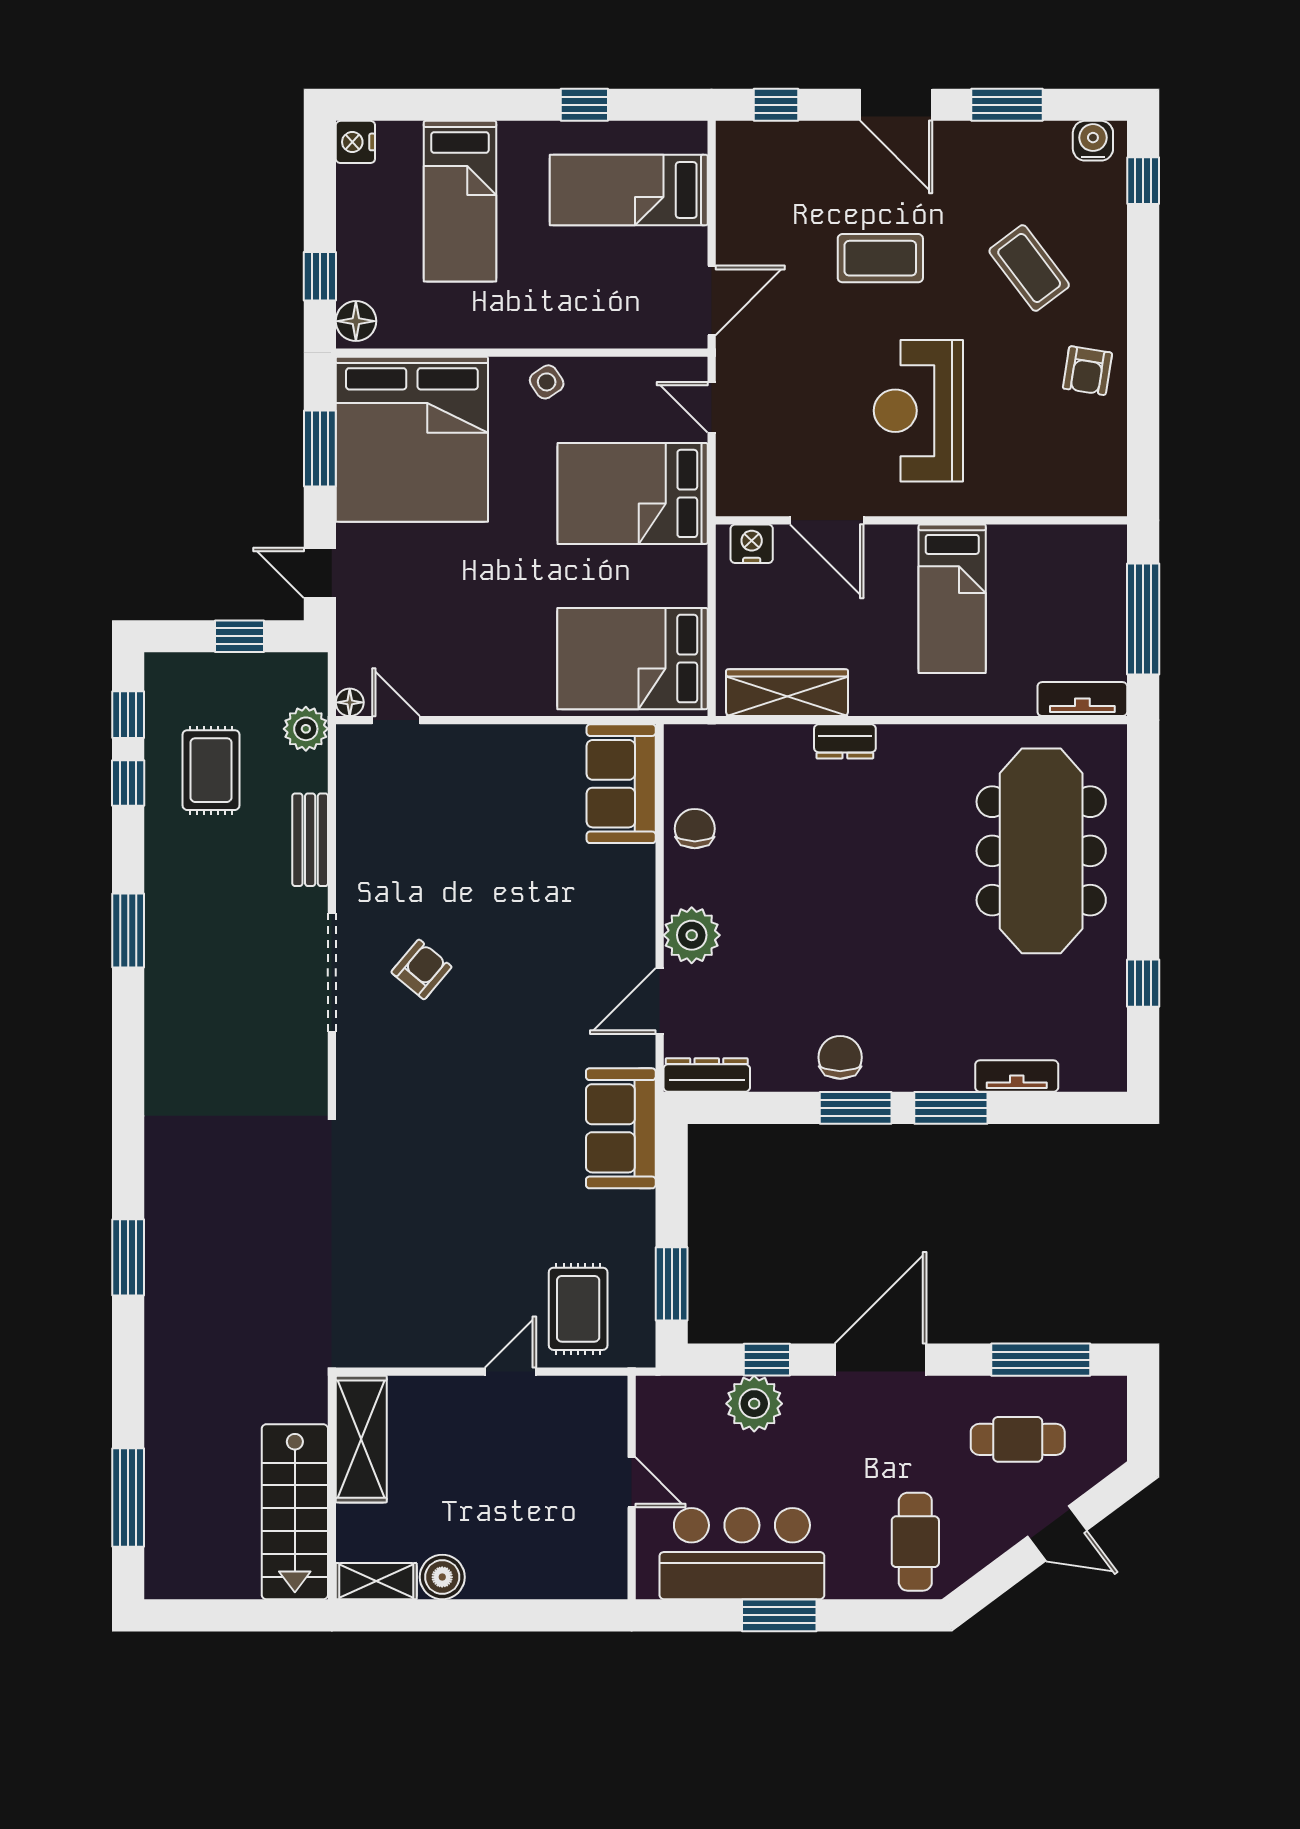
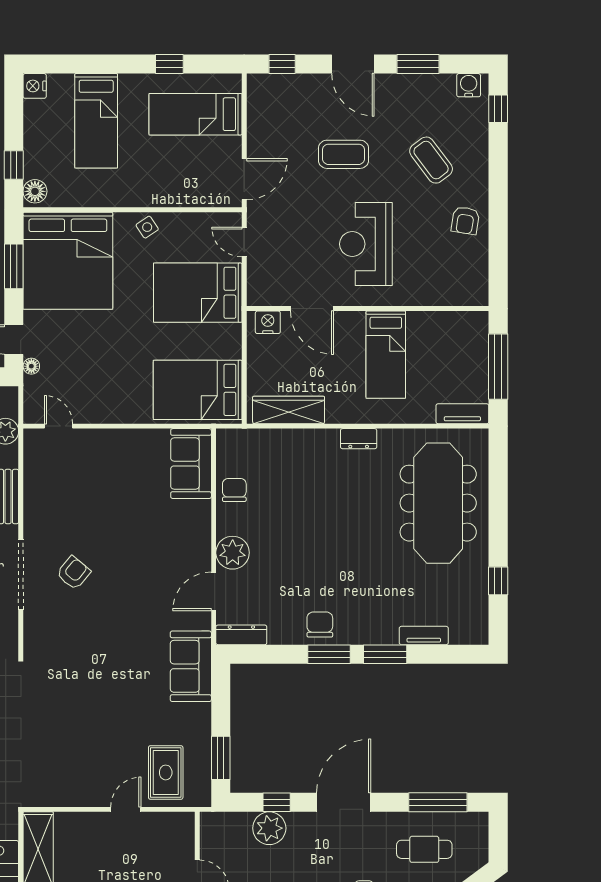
floor lamp: (350, 702) -> (31, 366), moved
dresser: (845, 741) -> (359, 439), moved

